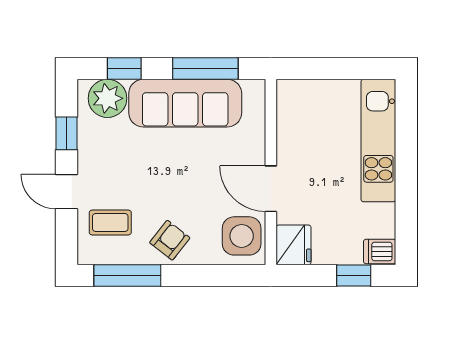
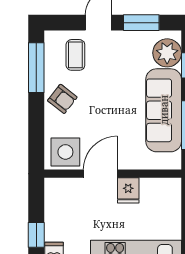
window: (66, 133) -> (141, 23), width x1.50
fridge: (294, 245) -> (128, 190), moved, width x0.72

